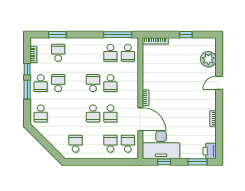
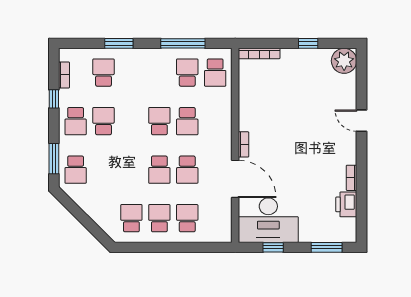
window: (57, 35) -> (119, 43), moved
window: (118, 35) -> (183, 43), moved
school desk: (110, 53) -> (187, 73), turned 180
plant: (208, 59) -> (344, 61), moved
door: (219, 83) -> (361, 121), hinge flipped
window: (27, 90) -> (54, 159), moved
school desk: (128, 144) -> (159, 218), moved
printer: (210, 151) -> (346, 204), moved

